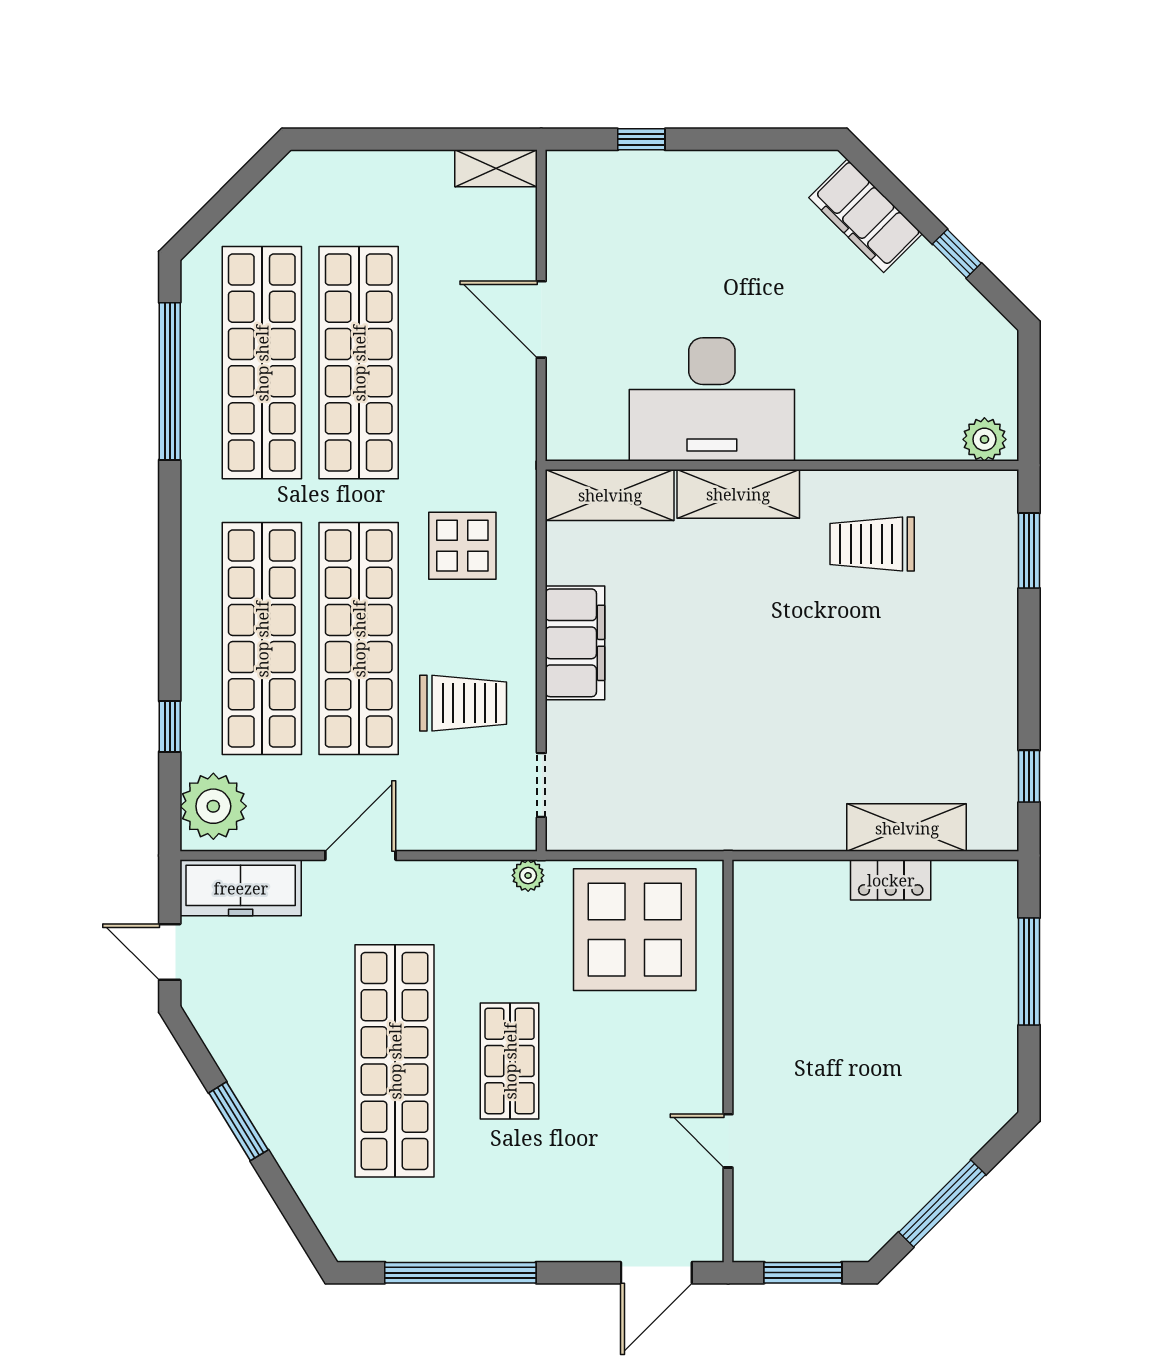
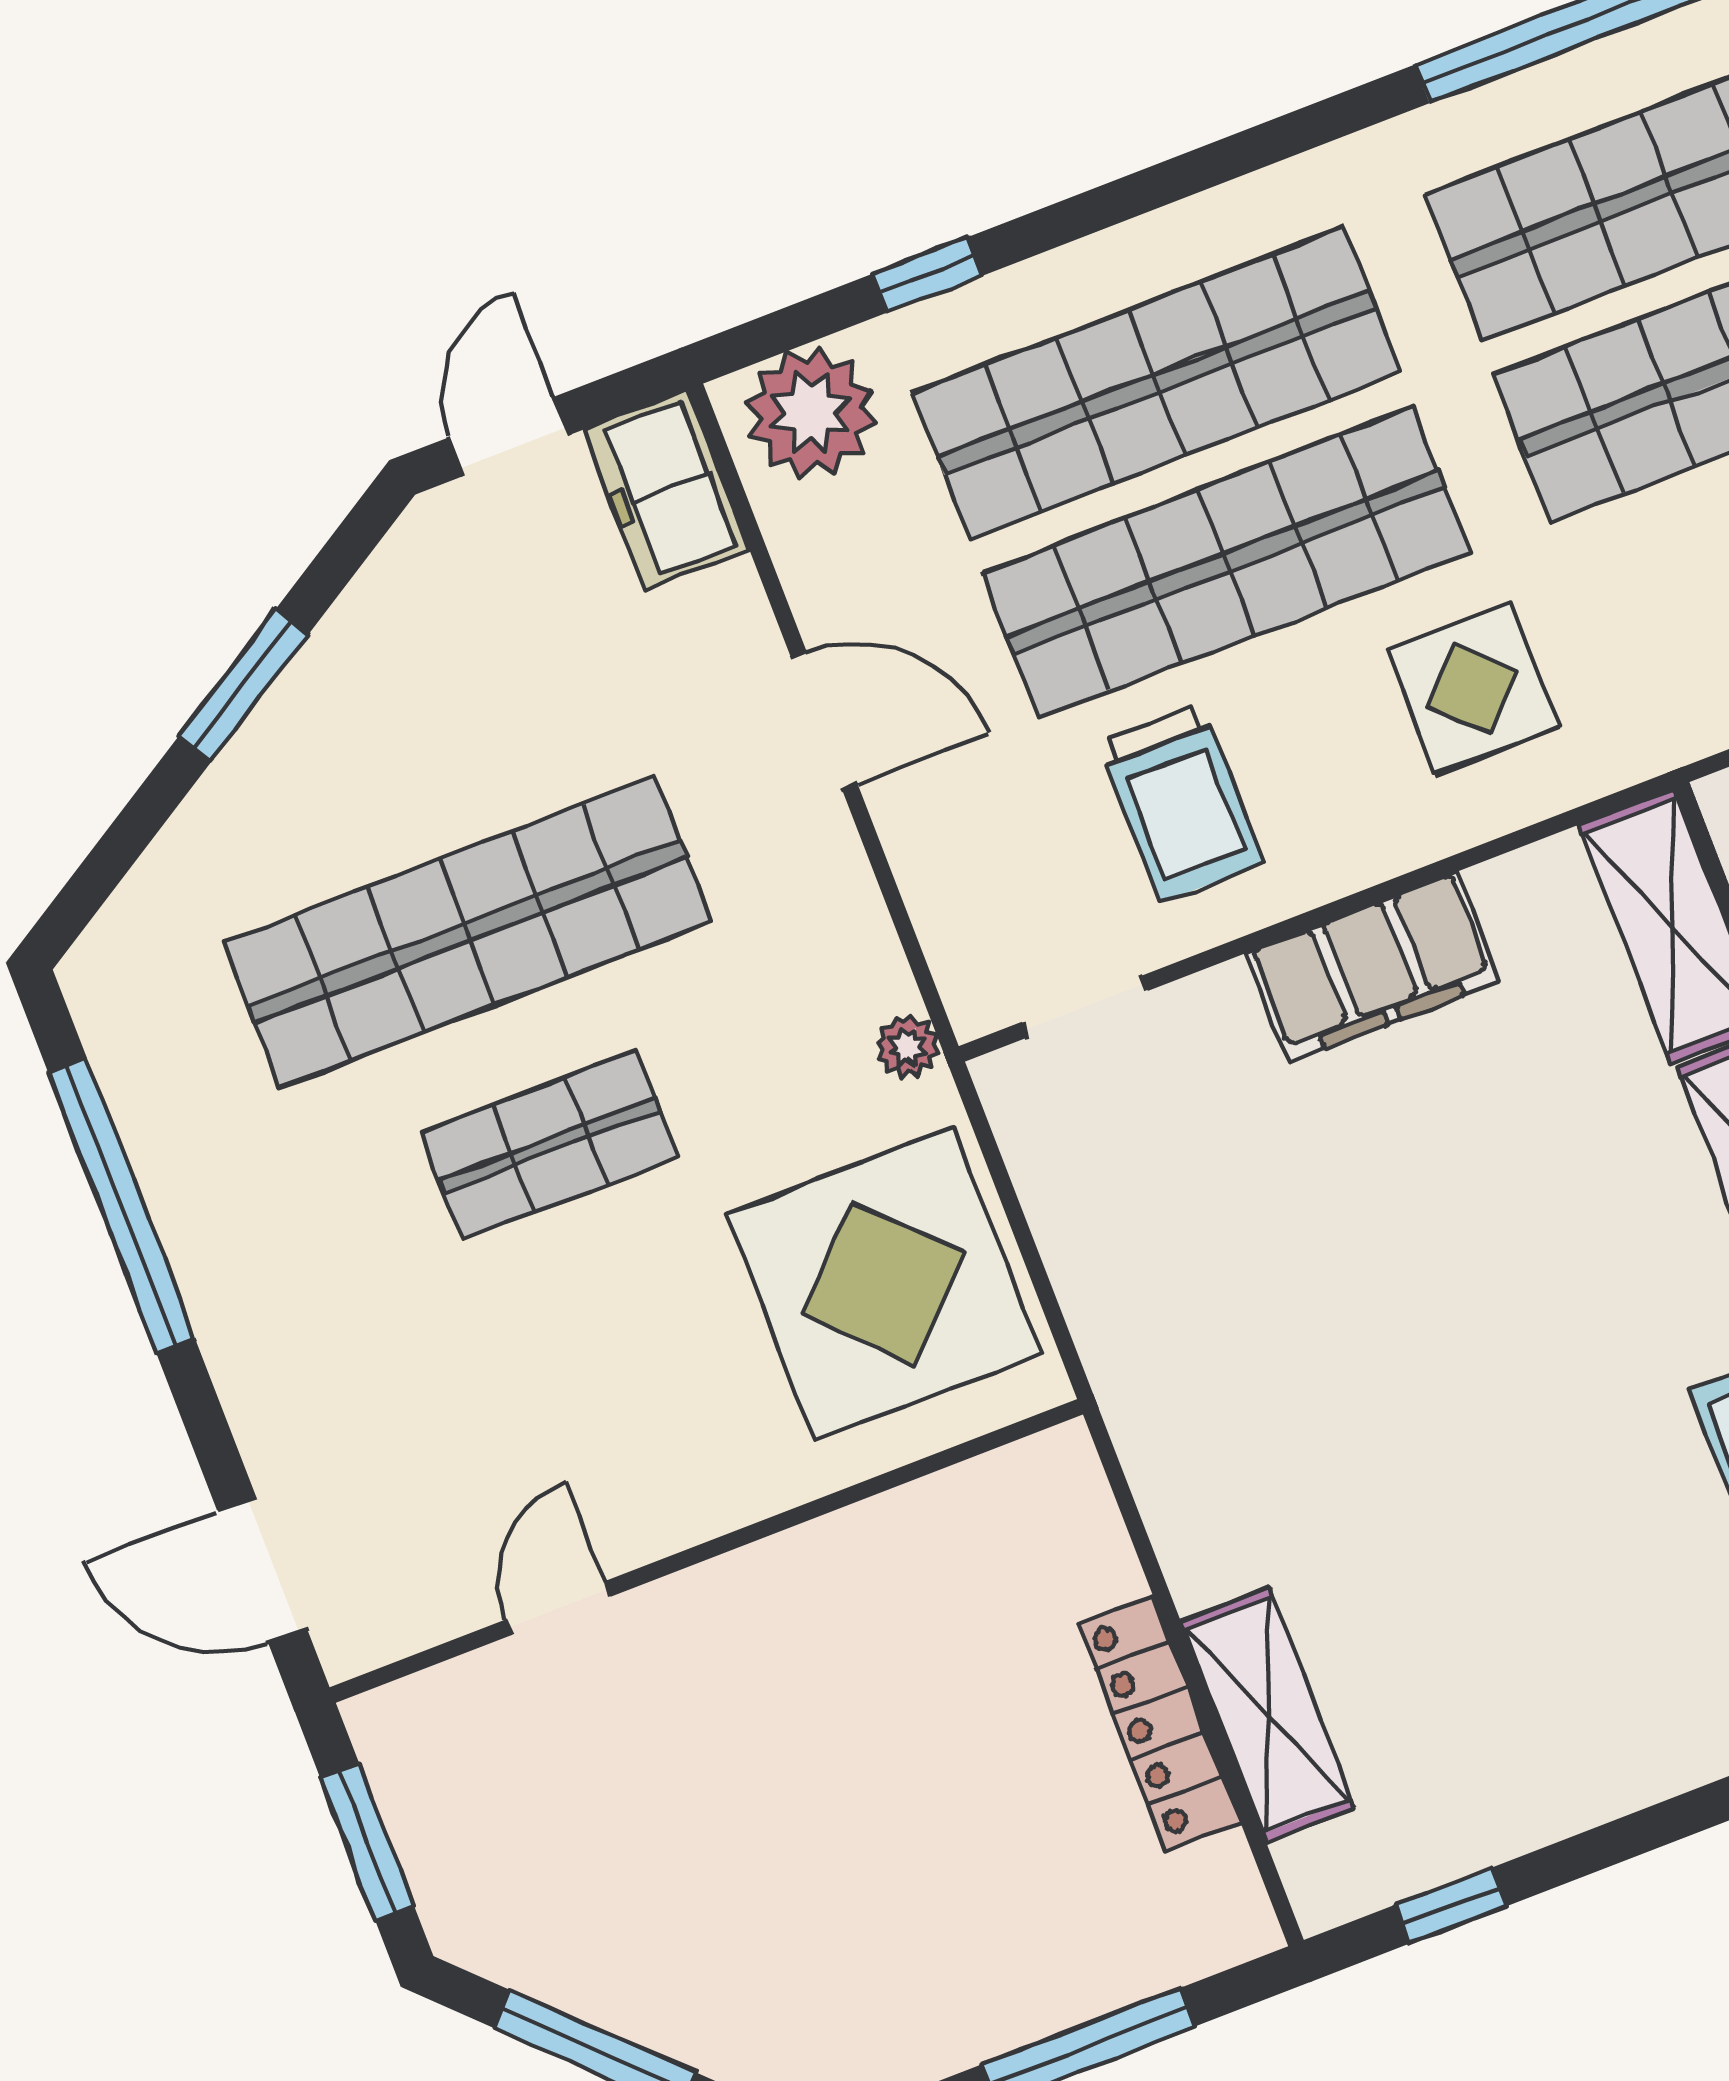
locker: (891, 880) -> (1159, 1723), width x1.53
freezer: (241, 888) -> (666, 490), width x0.71

